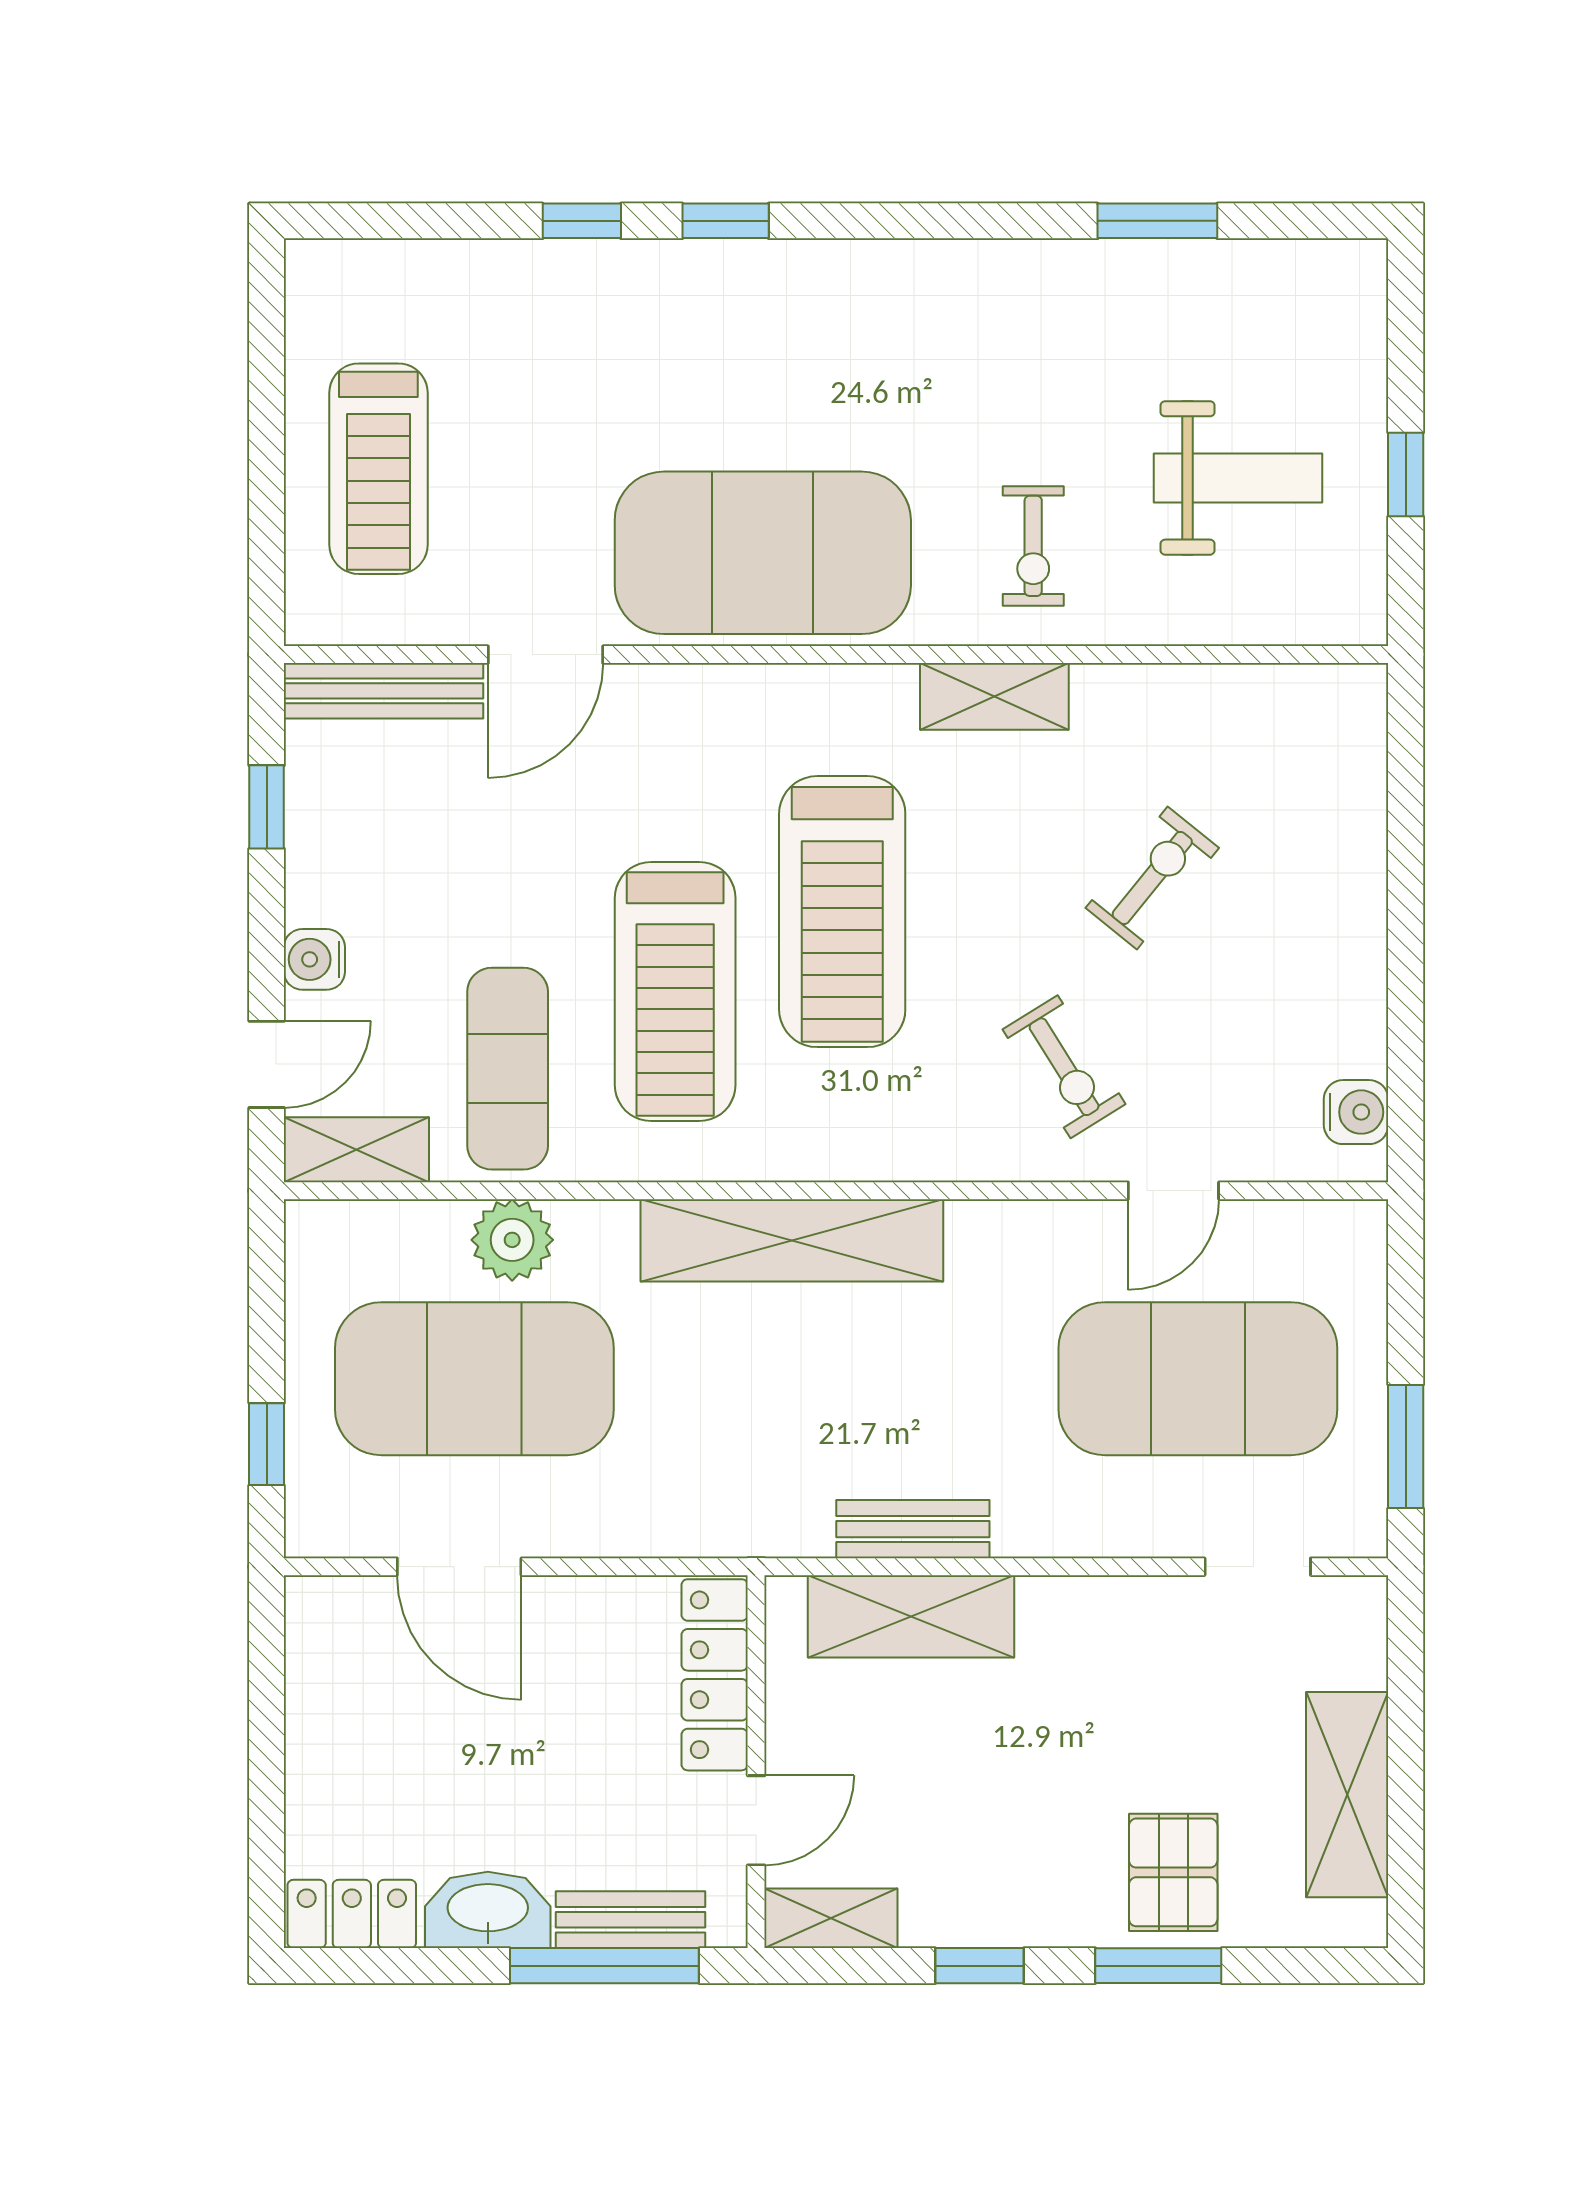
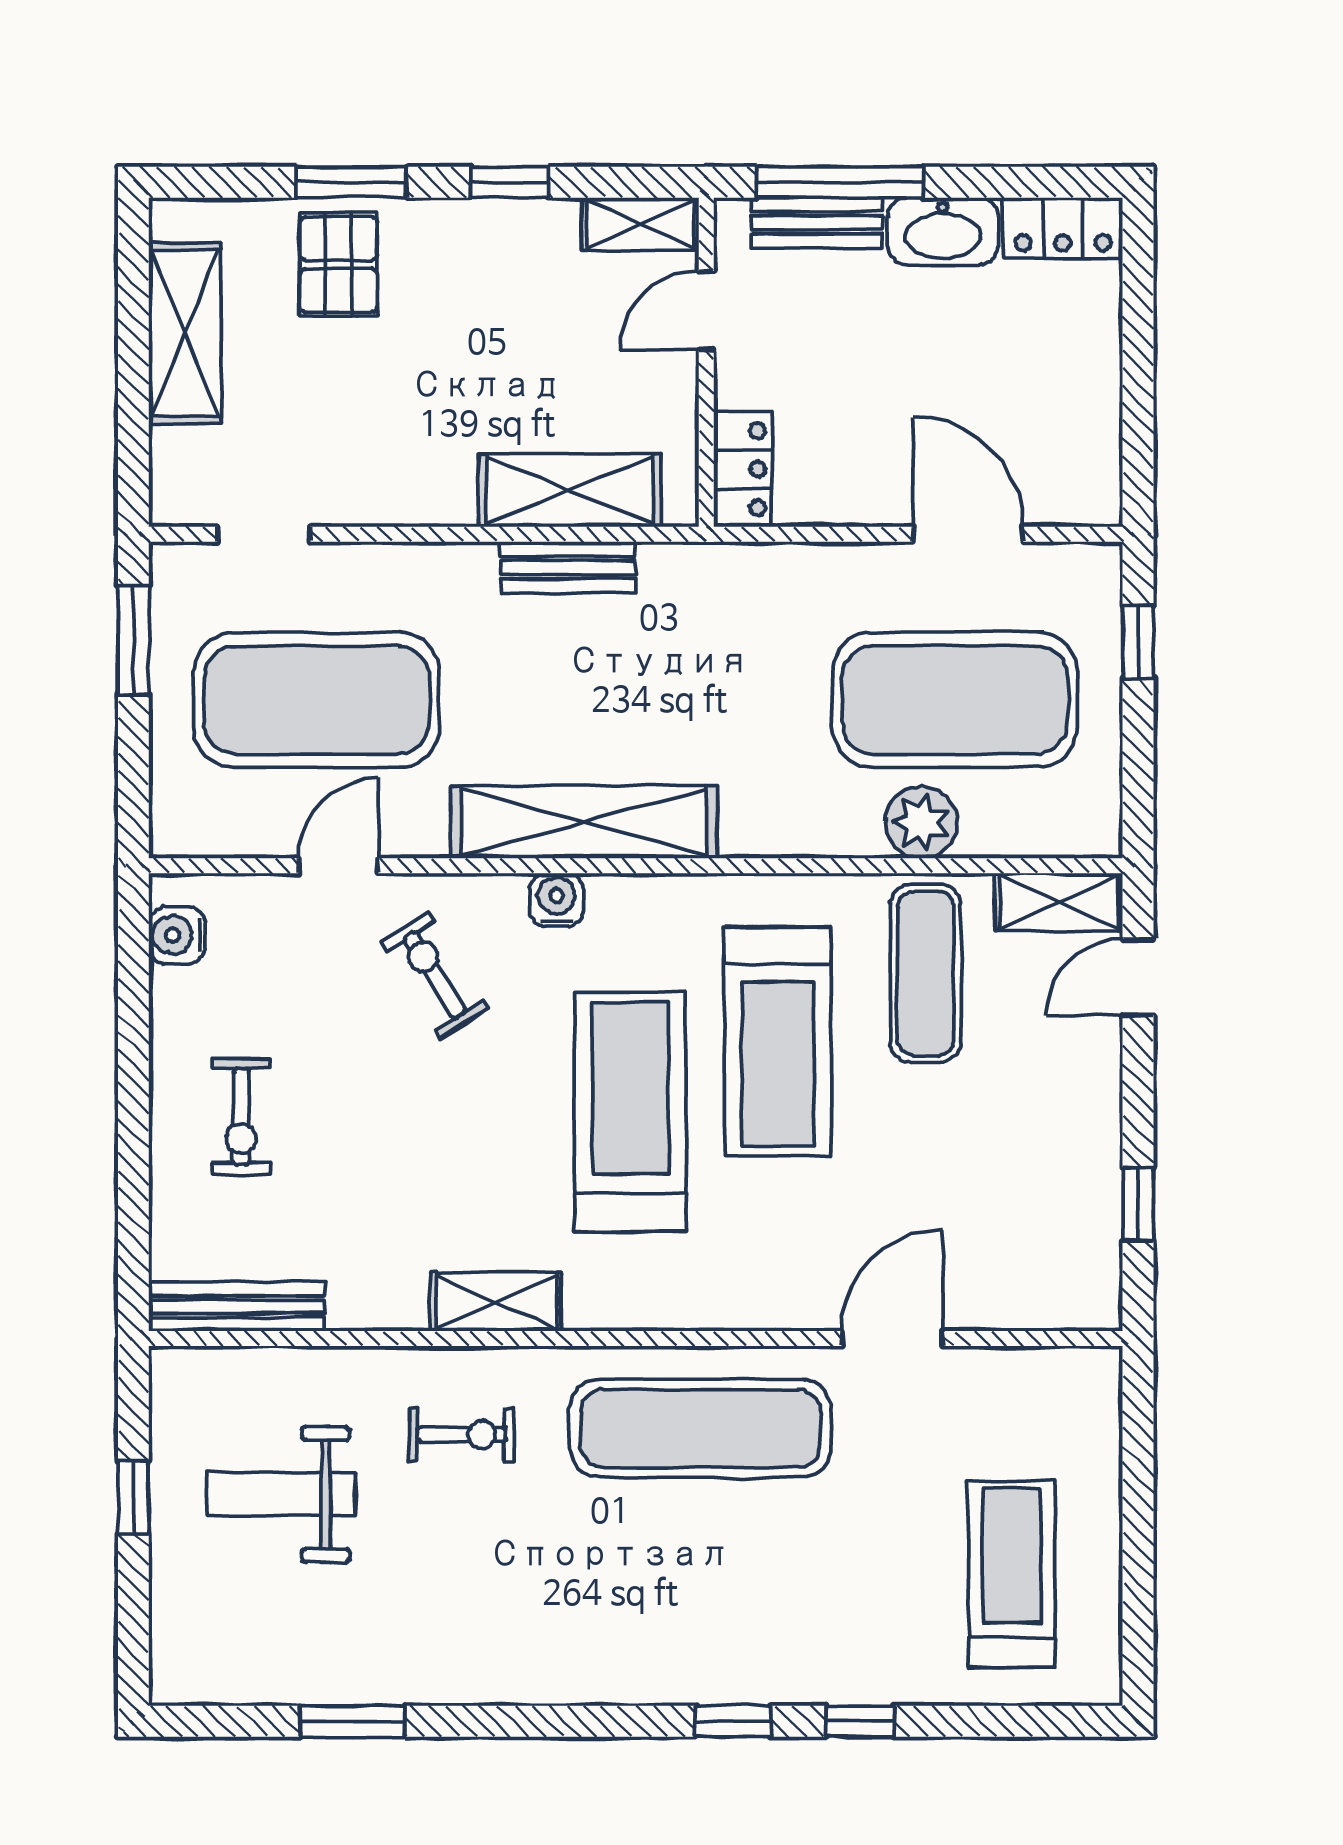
treadmill: (378, 469) -> (1012, 1574), moved
exercise bike: (1033, 546) -> (462, 1434), turned 90
exercise mat: (763, 553) -> (700, 1428), width x0.68
bench: (384, 691) -> (237, 1307), moved
exercise bike: (1152, 878) -> (241, 1117), moved, turned -39
water cooler: (314, 959) -> (557, 900), moved, turned -90
treadmill: (675, 992) -> (778, 1041), turned 180
shelving: (792, 1240) -> (584, 822), moved
locker: (715, 1675) -> (743, 469), width x0.66

